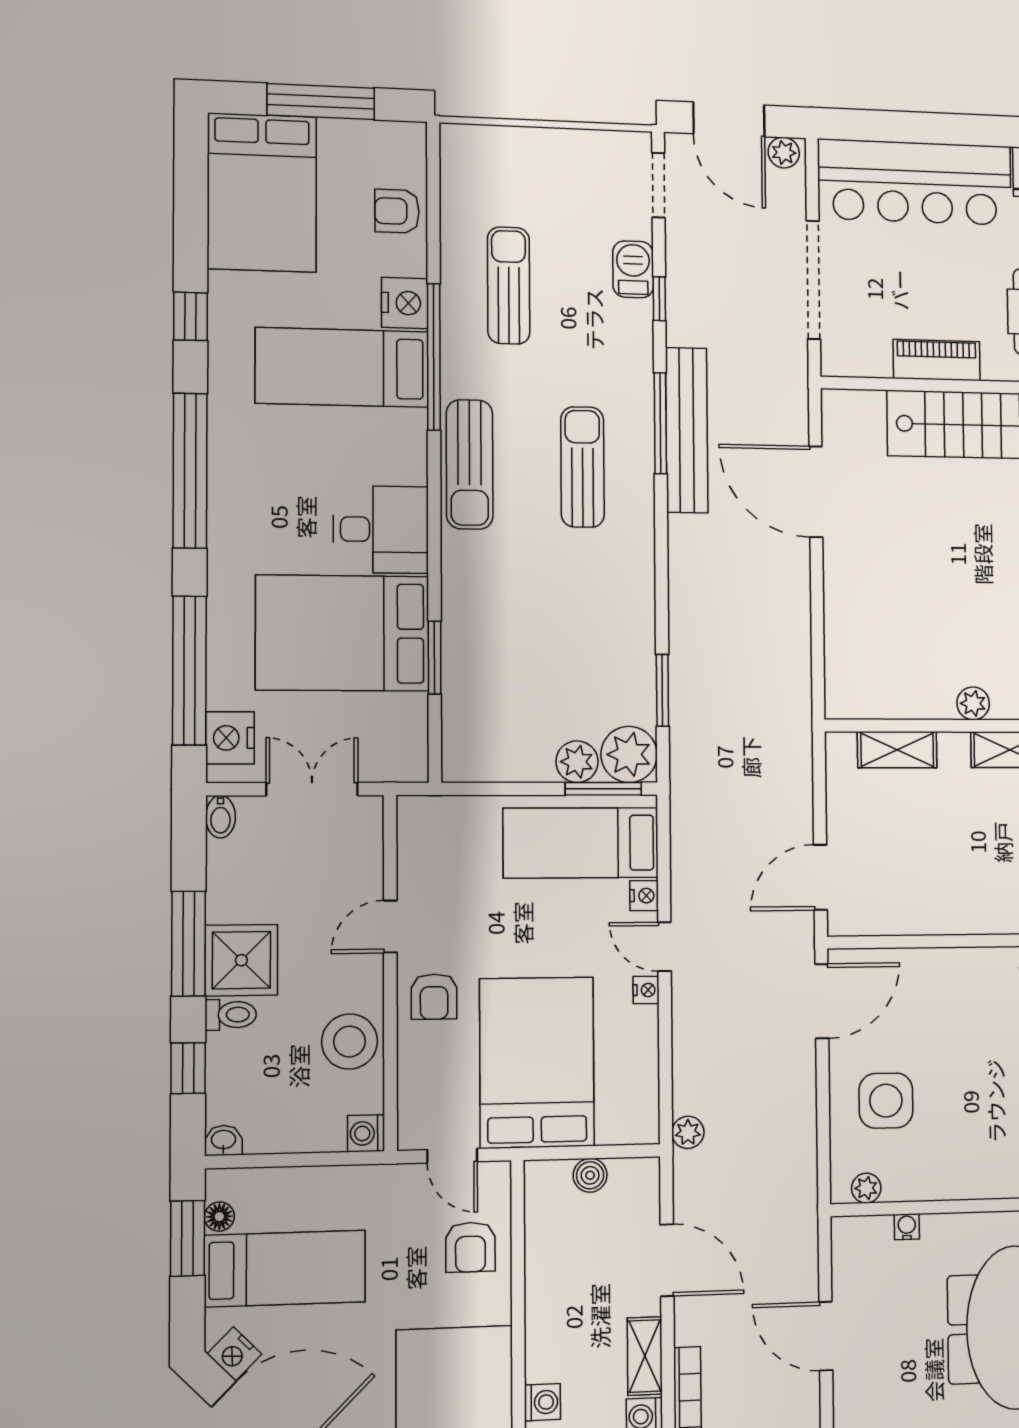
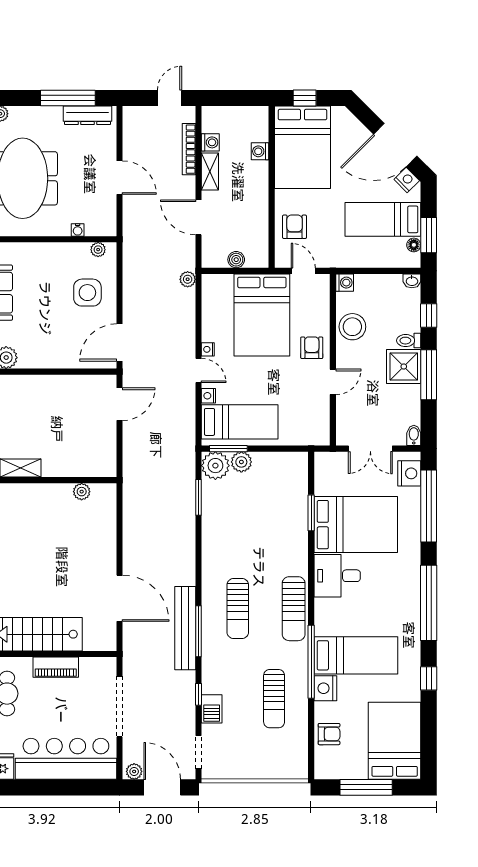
sun lounger: (470, 464) -> (294, 609), turned 180
plant: (973, 703) -> (82, 492), moved
shelving: (897, 750) -> (79, 468), removed

